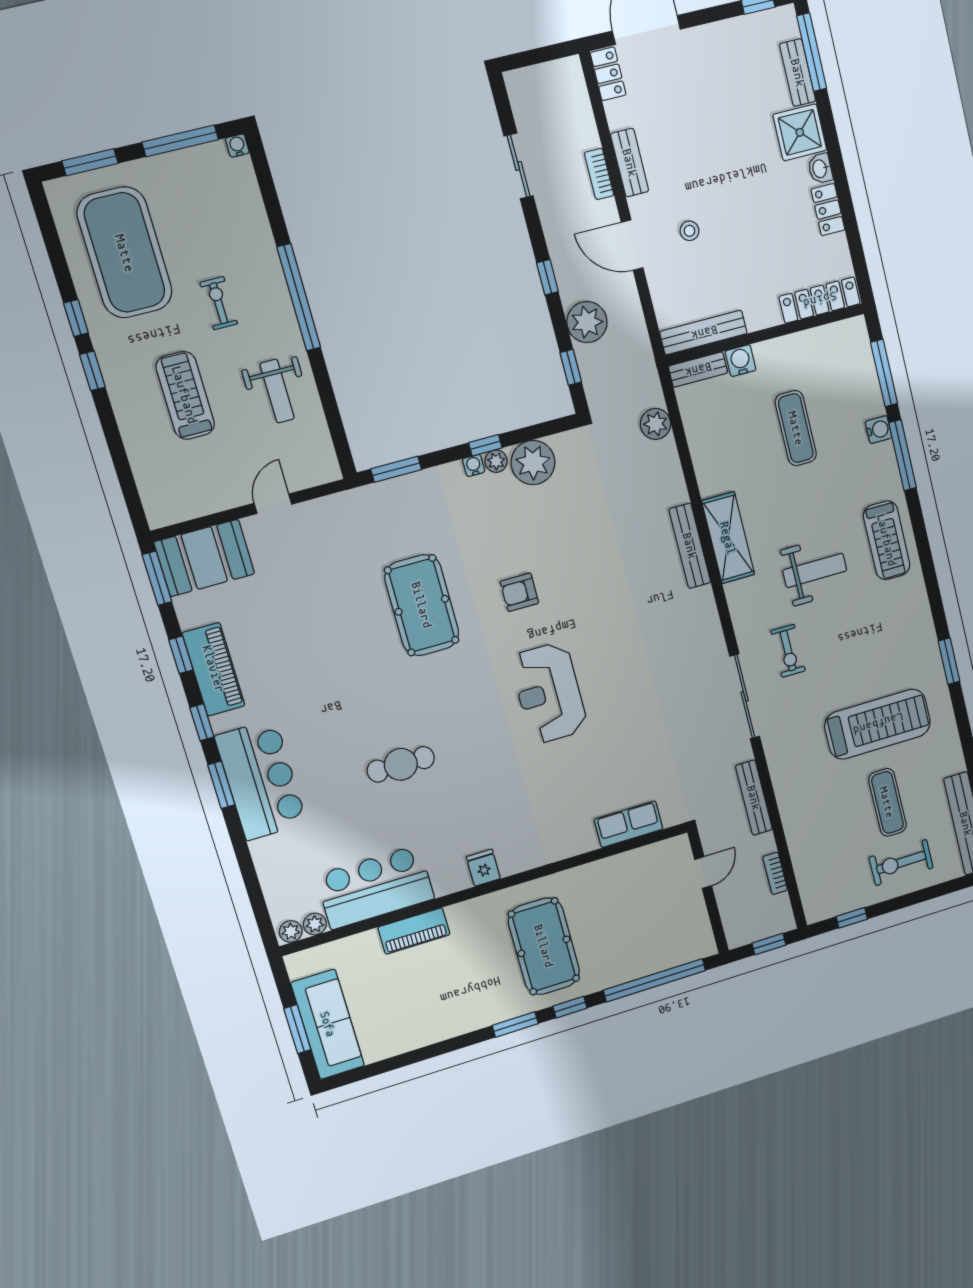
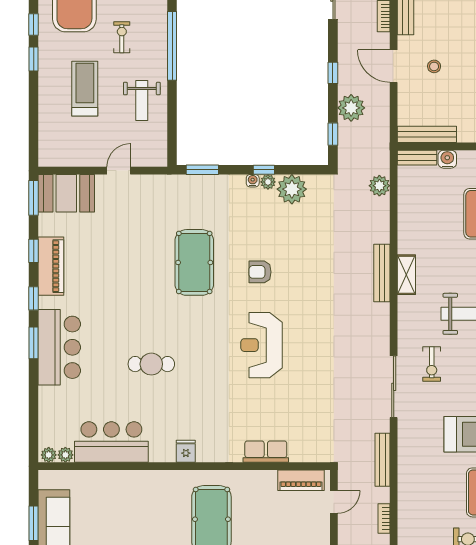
shelving: (728, 538) -> (406, 275), width x0.67, depth x0.75
row of seats: (629, 824) -> (266, 452), moved
piano: (414, 931) -> (301, 480), moved

